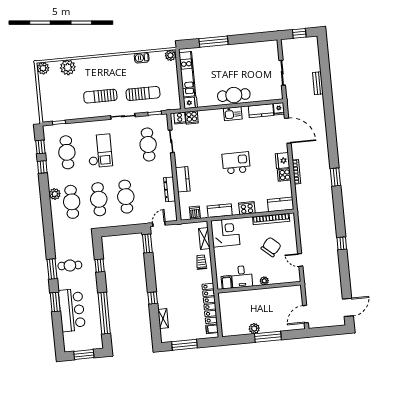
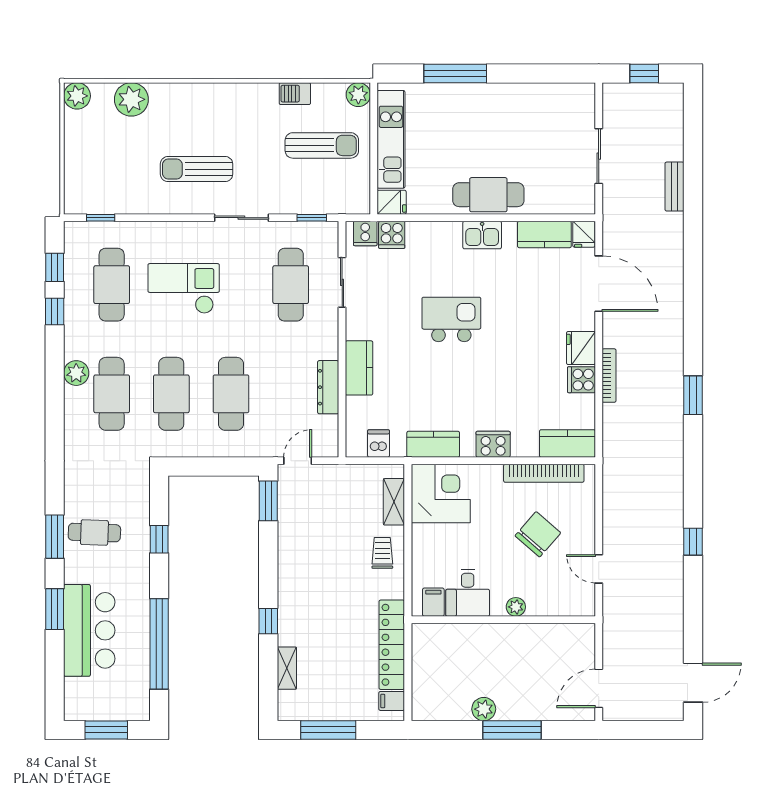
sun lounger: (143, 93) -> (322, 145), moved
checkout: (100, 151) -> (184, 289), turned -90
kitchen island: (236, 163) -> (451, 319), moved

